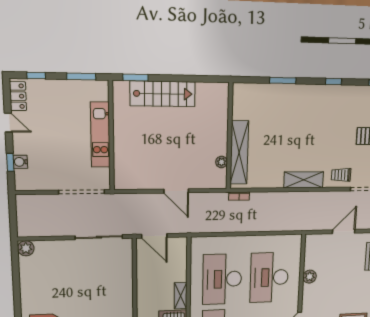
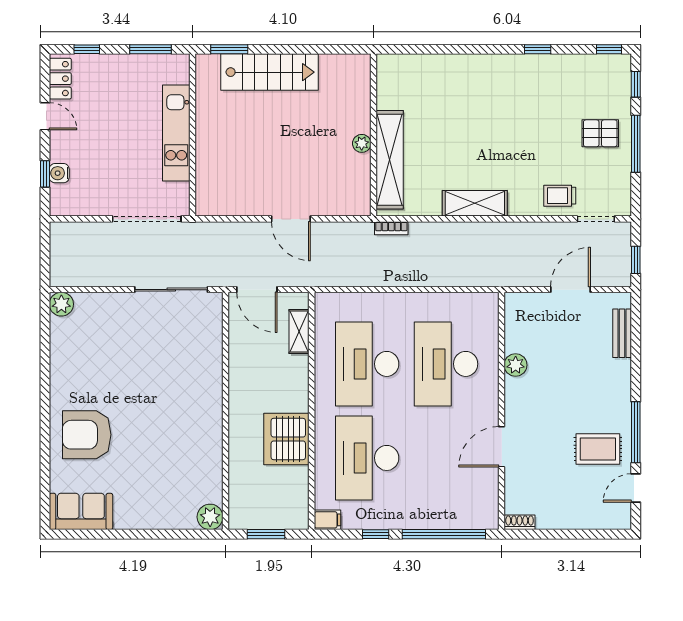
window: (283, 81) -> (455, 49), removed
plant: (221, 162) -> (362, 143), moved
shelving: (304, 180) -> (475, 203), moved
shelving: (181, 296) -> (299, 331), moved

